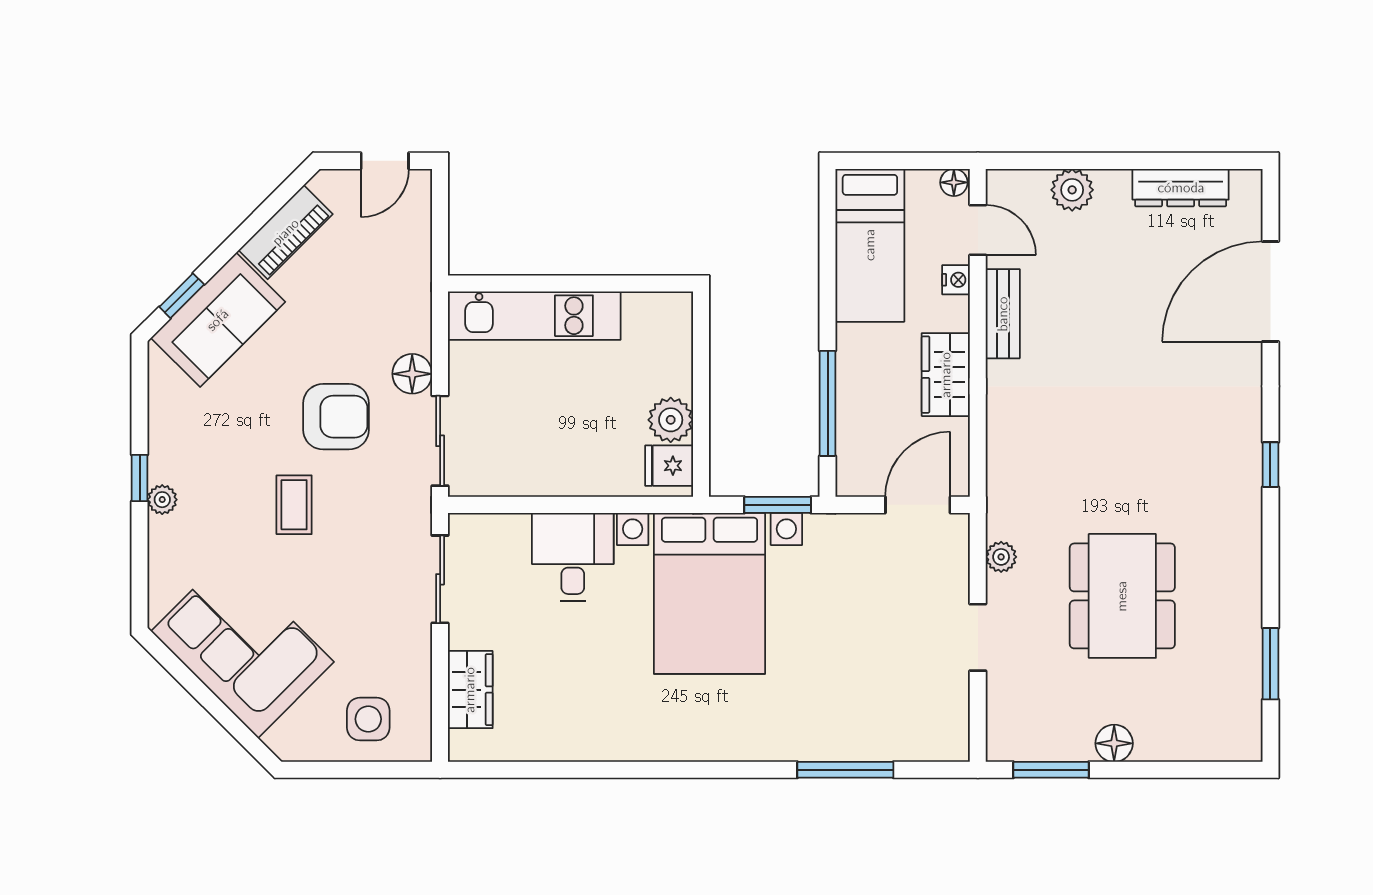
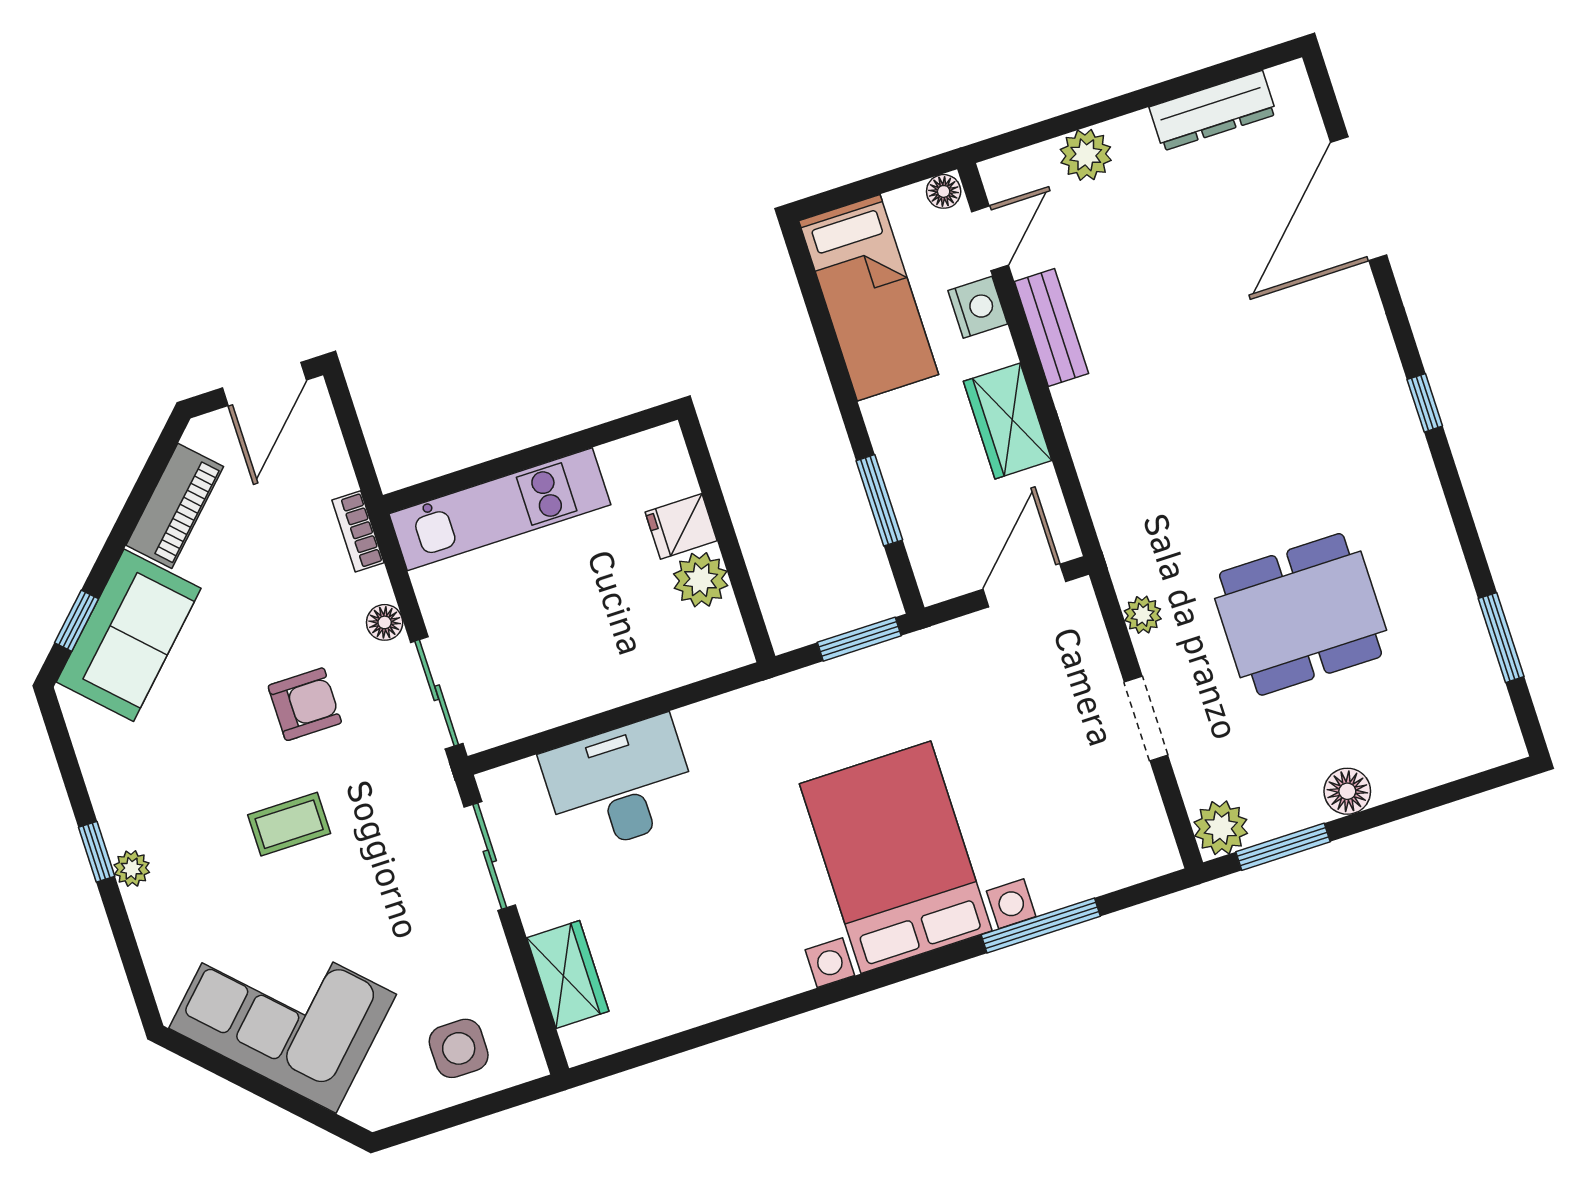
door: (385, 161) -> (264, 384), width x1.37
door: (978, 230) -> (990, 238), hinge flipped
nightstand: (956, 280) -> (978, 307), width x1.39, depth x1.35
bookcase: (420, 297) -> (358, 531), added
floor lamp: (412, 374) -> (385, 622), width x0.73, depth x0.73
window: (828, 403) -> (879, 500), width x0.69
armchair: (336, 417) -> (305, 704), width x0.72, depth x0.72
fridge: (669, 466) -> (681, 526), moved
coffee table: (294, 505) -> (289, 824), turned 90
desk: (573, 557) -> (620, 785), width x1.37
bed with nightstands: (710, 593) -> (896, 857), moved, turned 180
dining table: (1122, 596) -> (1301, 614), turned 90
plant: (1008, 740) -> (1221, 828), added

